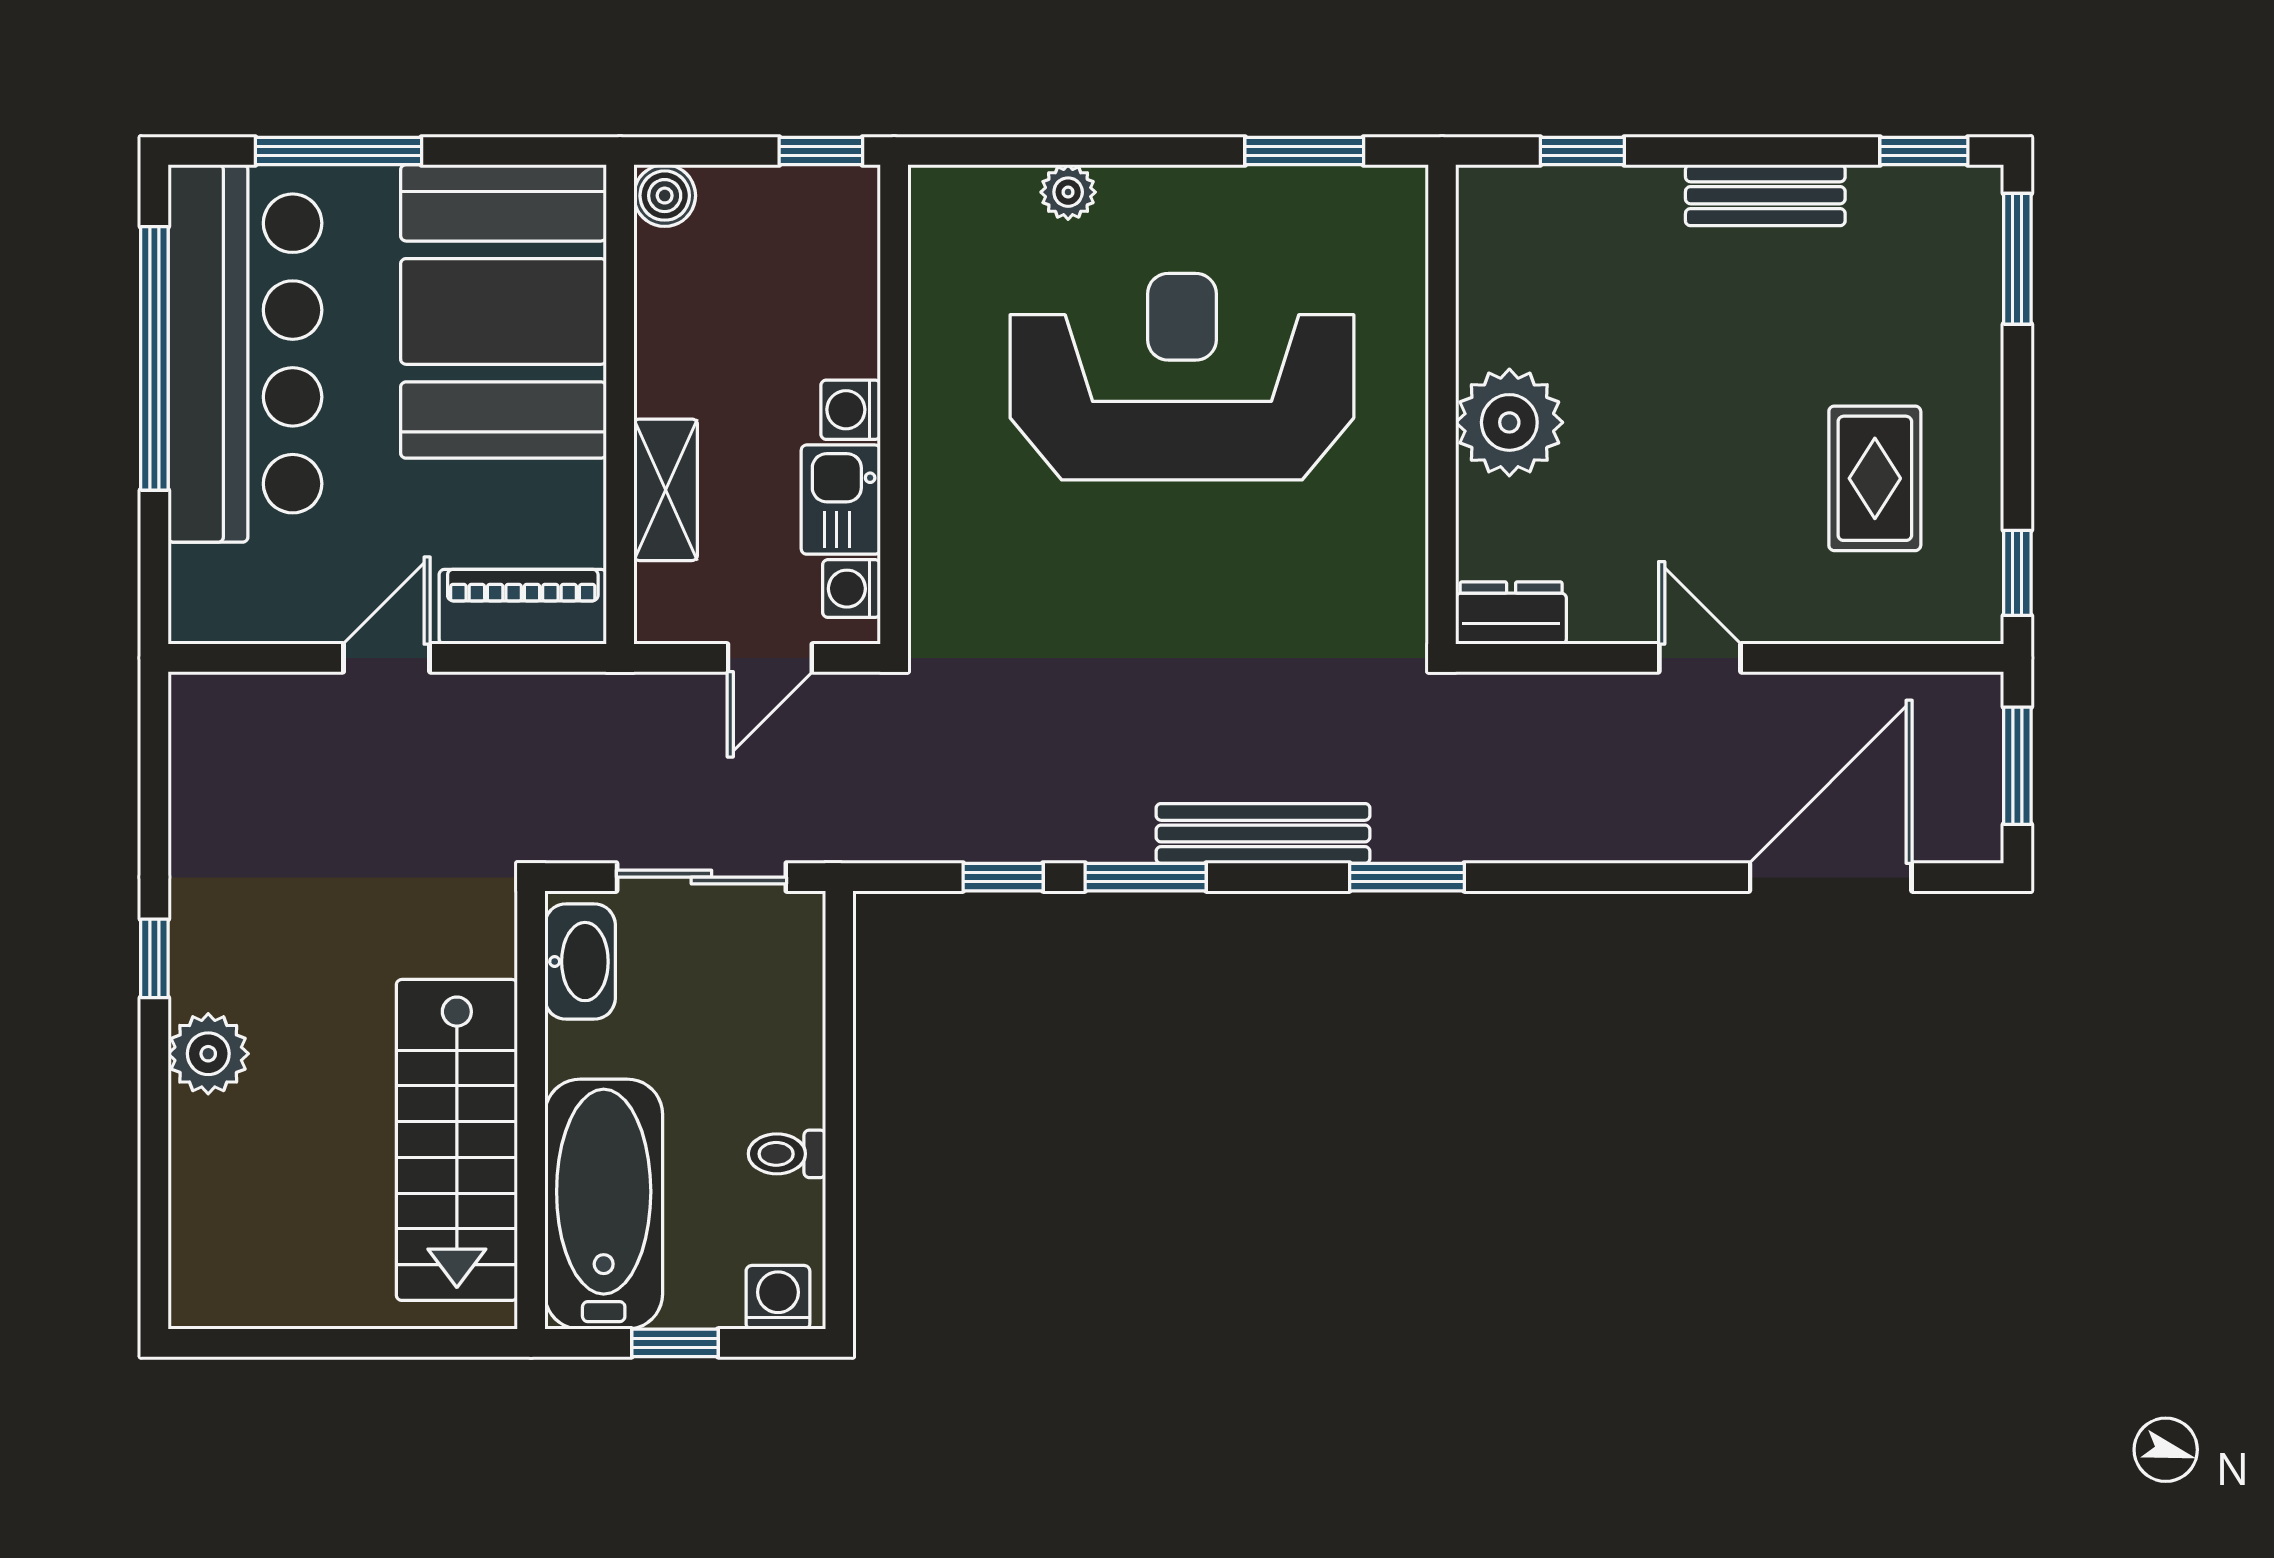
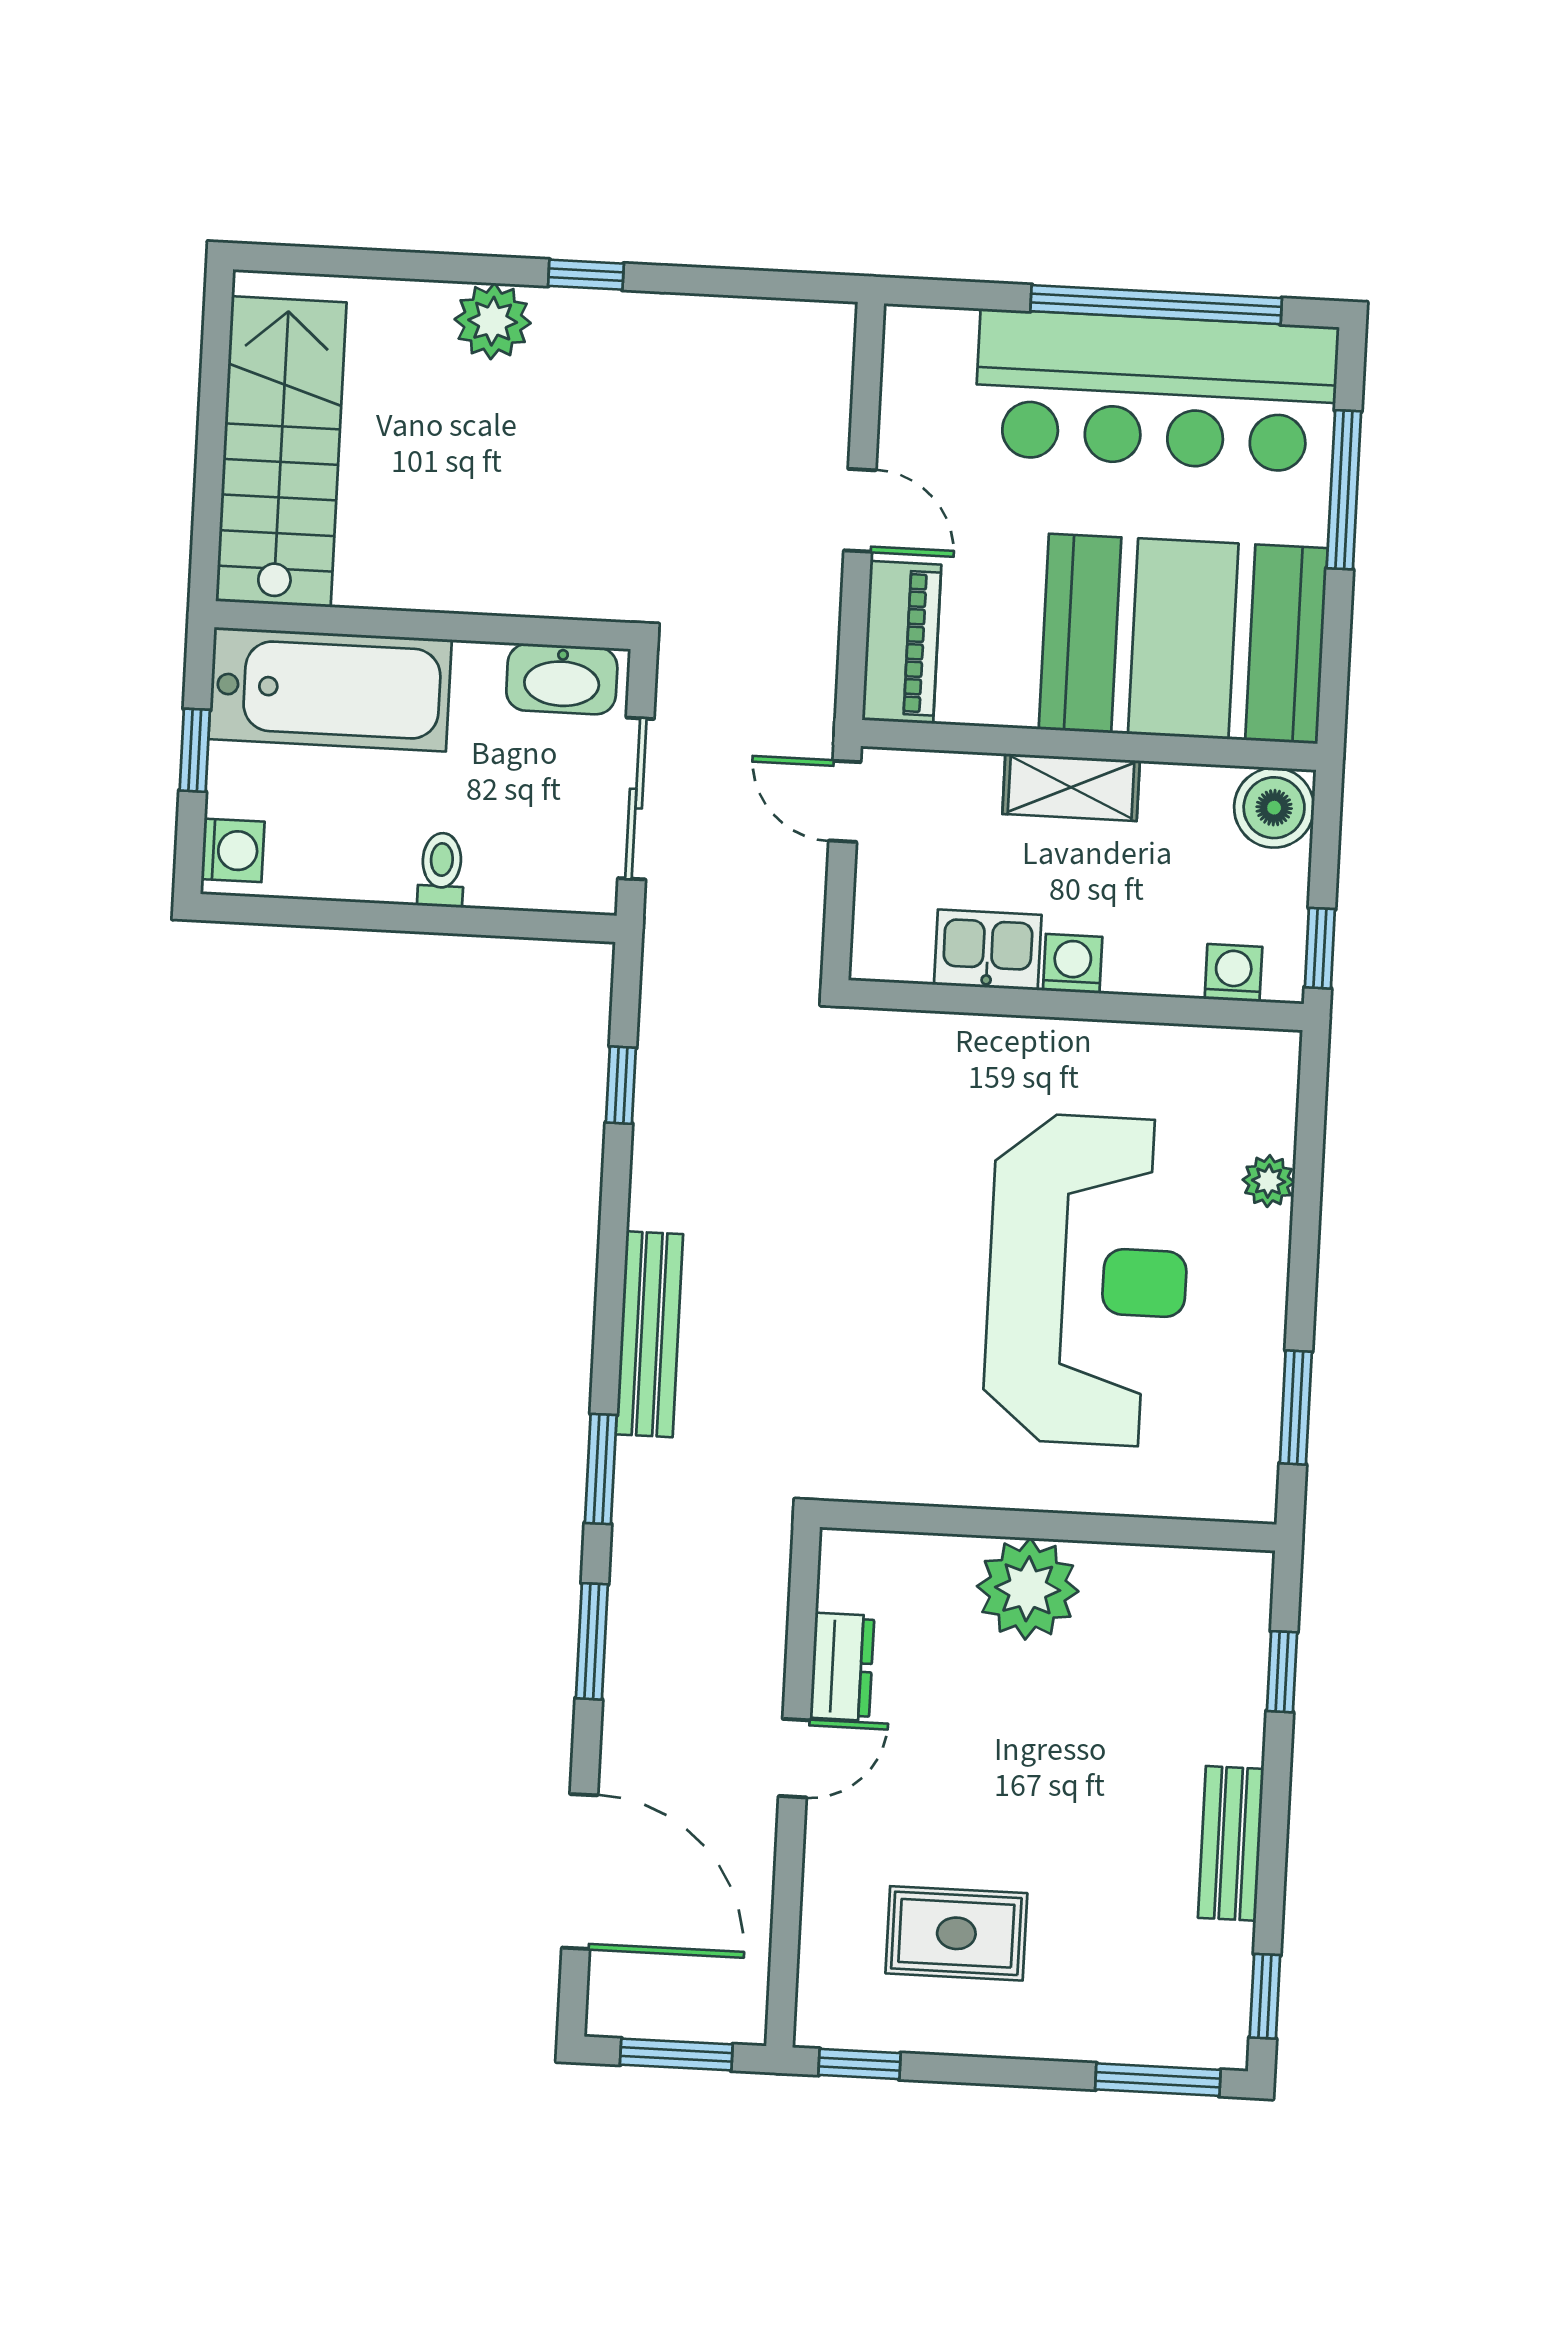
boiler: (665, 196) -> (1274, 808), width x1.36, depth x1.36
shelving: (666, 490) -> (1071, 787), moved
washing machine: (851, 589) -> (1233, 973), moved
dresser: (1511, 613) -> (842, 1667), moved
door: (770, 658) -> (845, 801), moved
window: (1146, 877) -> (592, 1641), moved
stairs: (457, 1140) -> (281, 452), moved, turned 90
toilet: (787, 1154) -> (441, 870), moved

